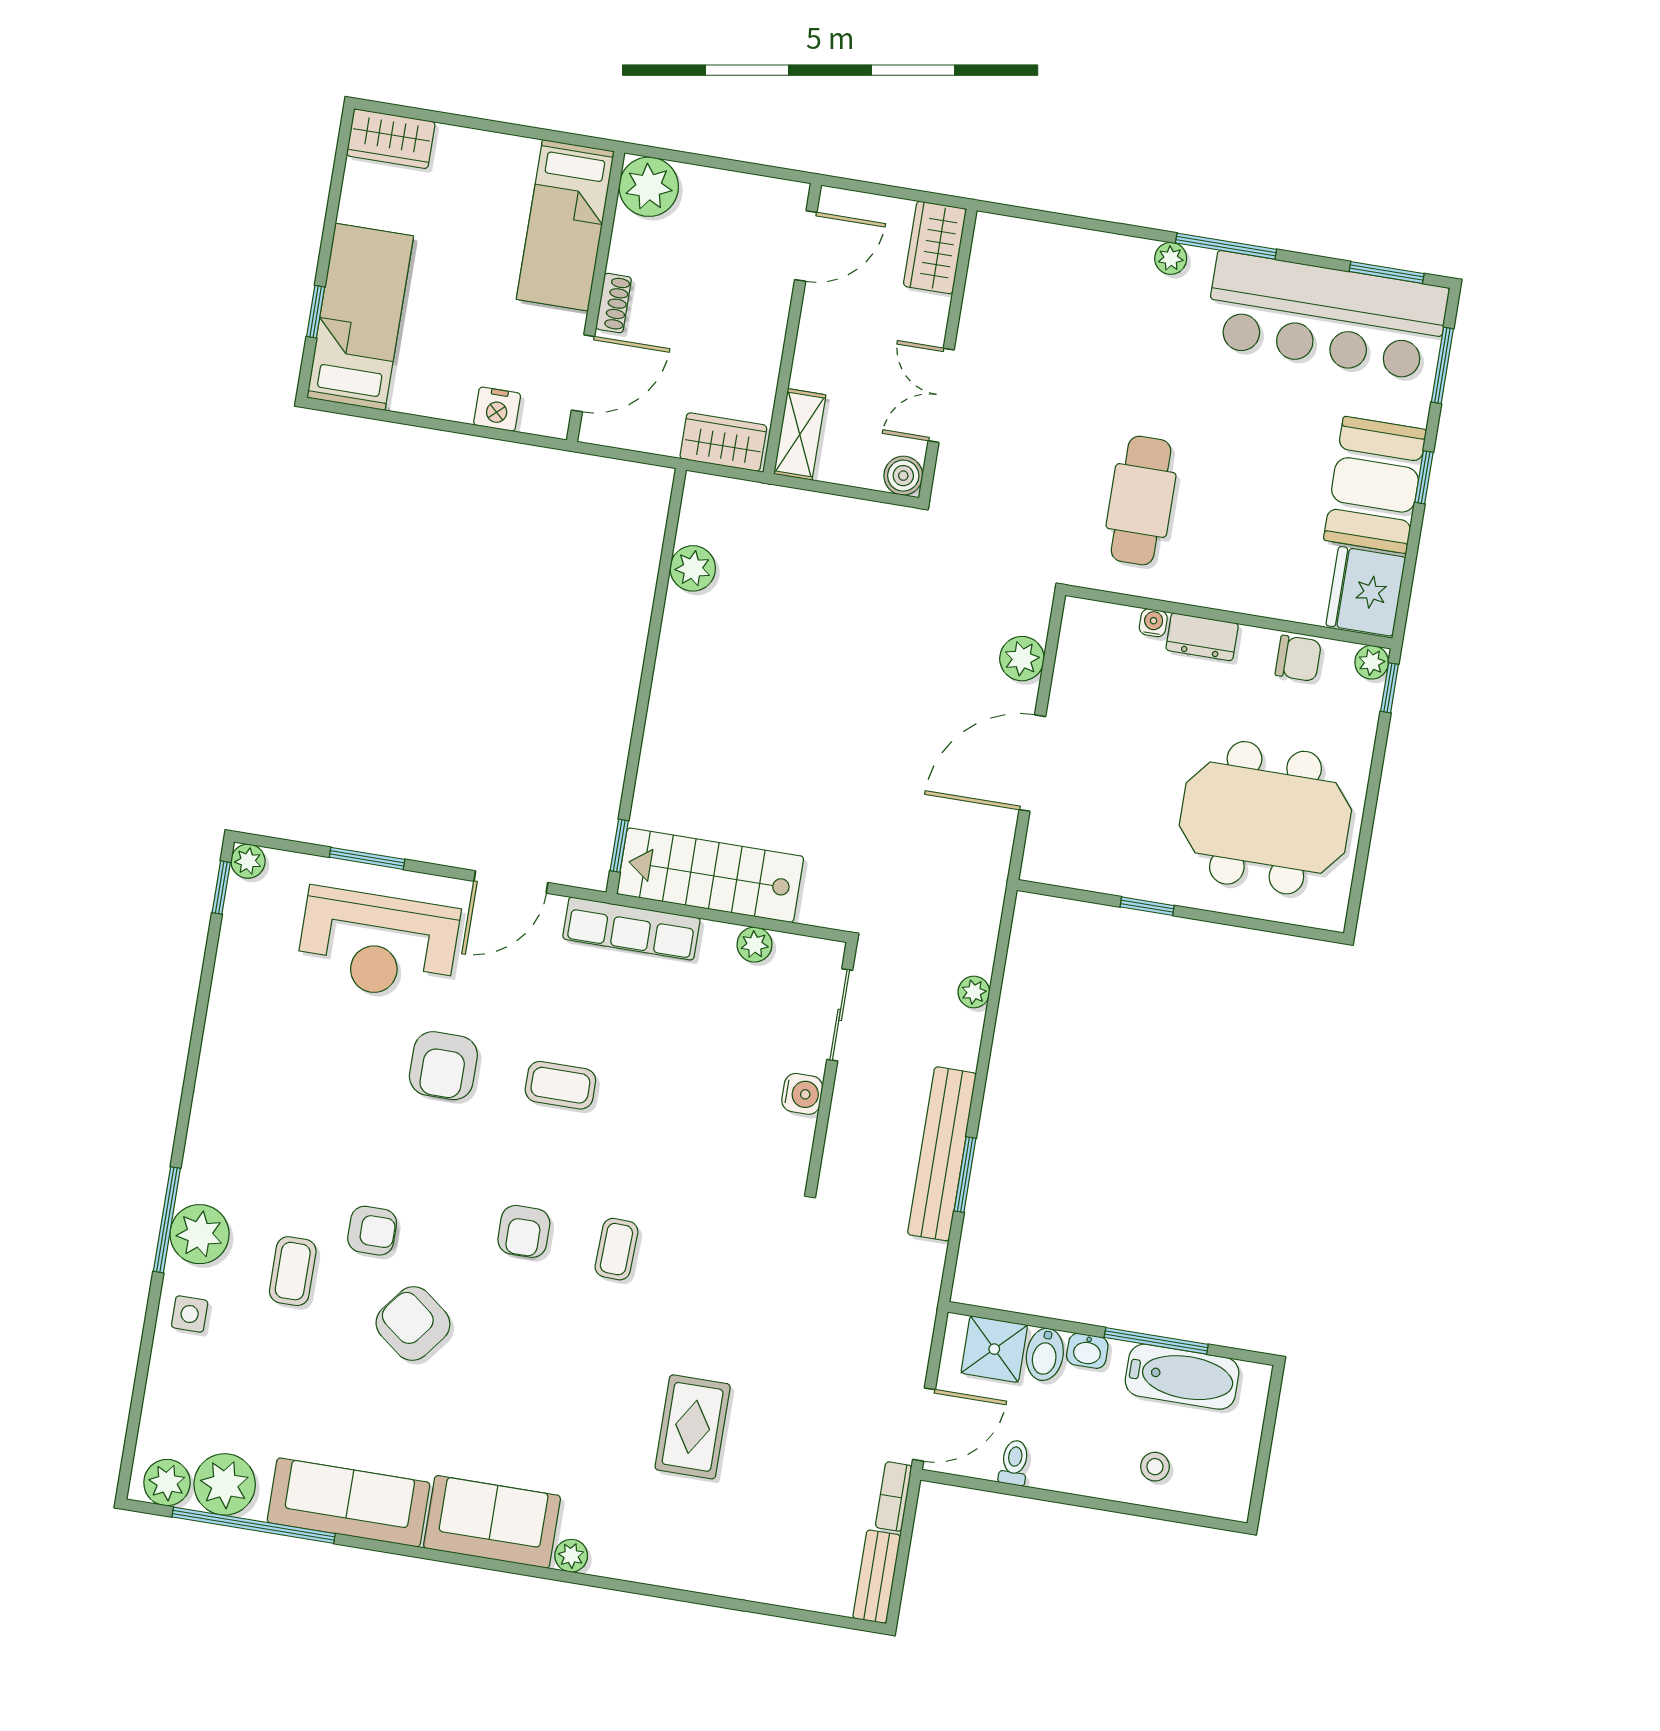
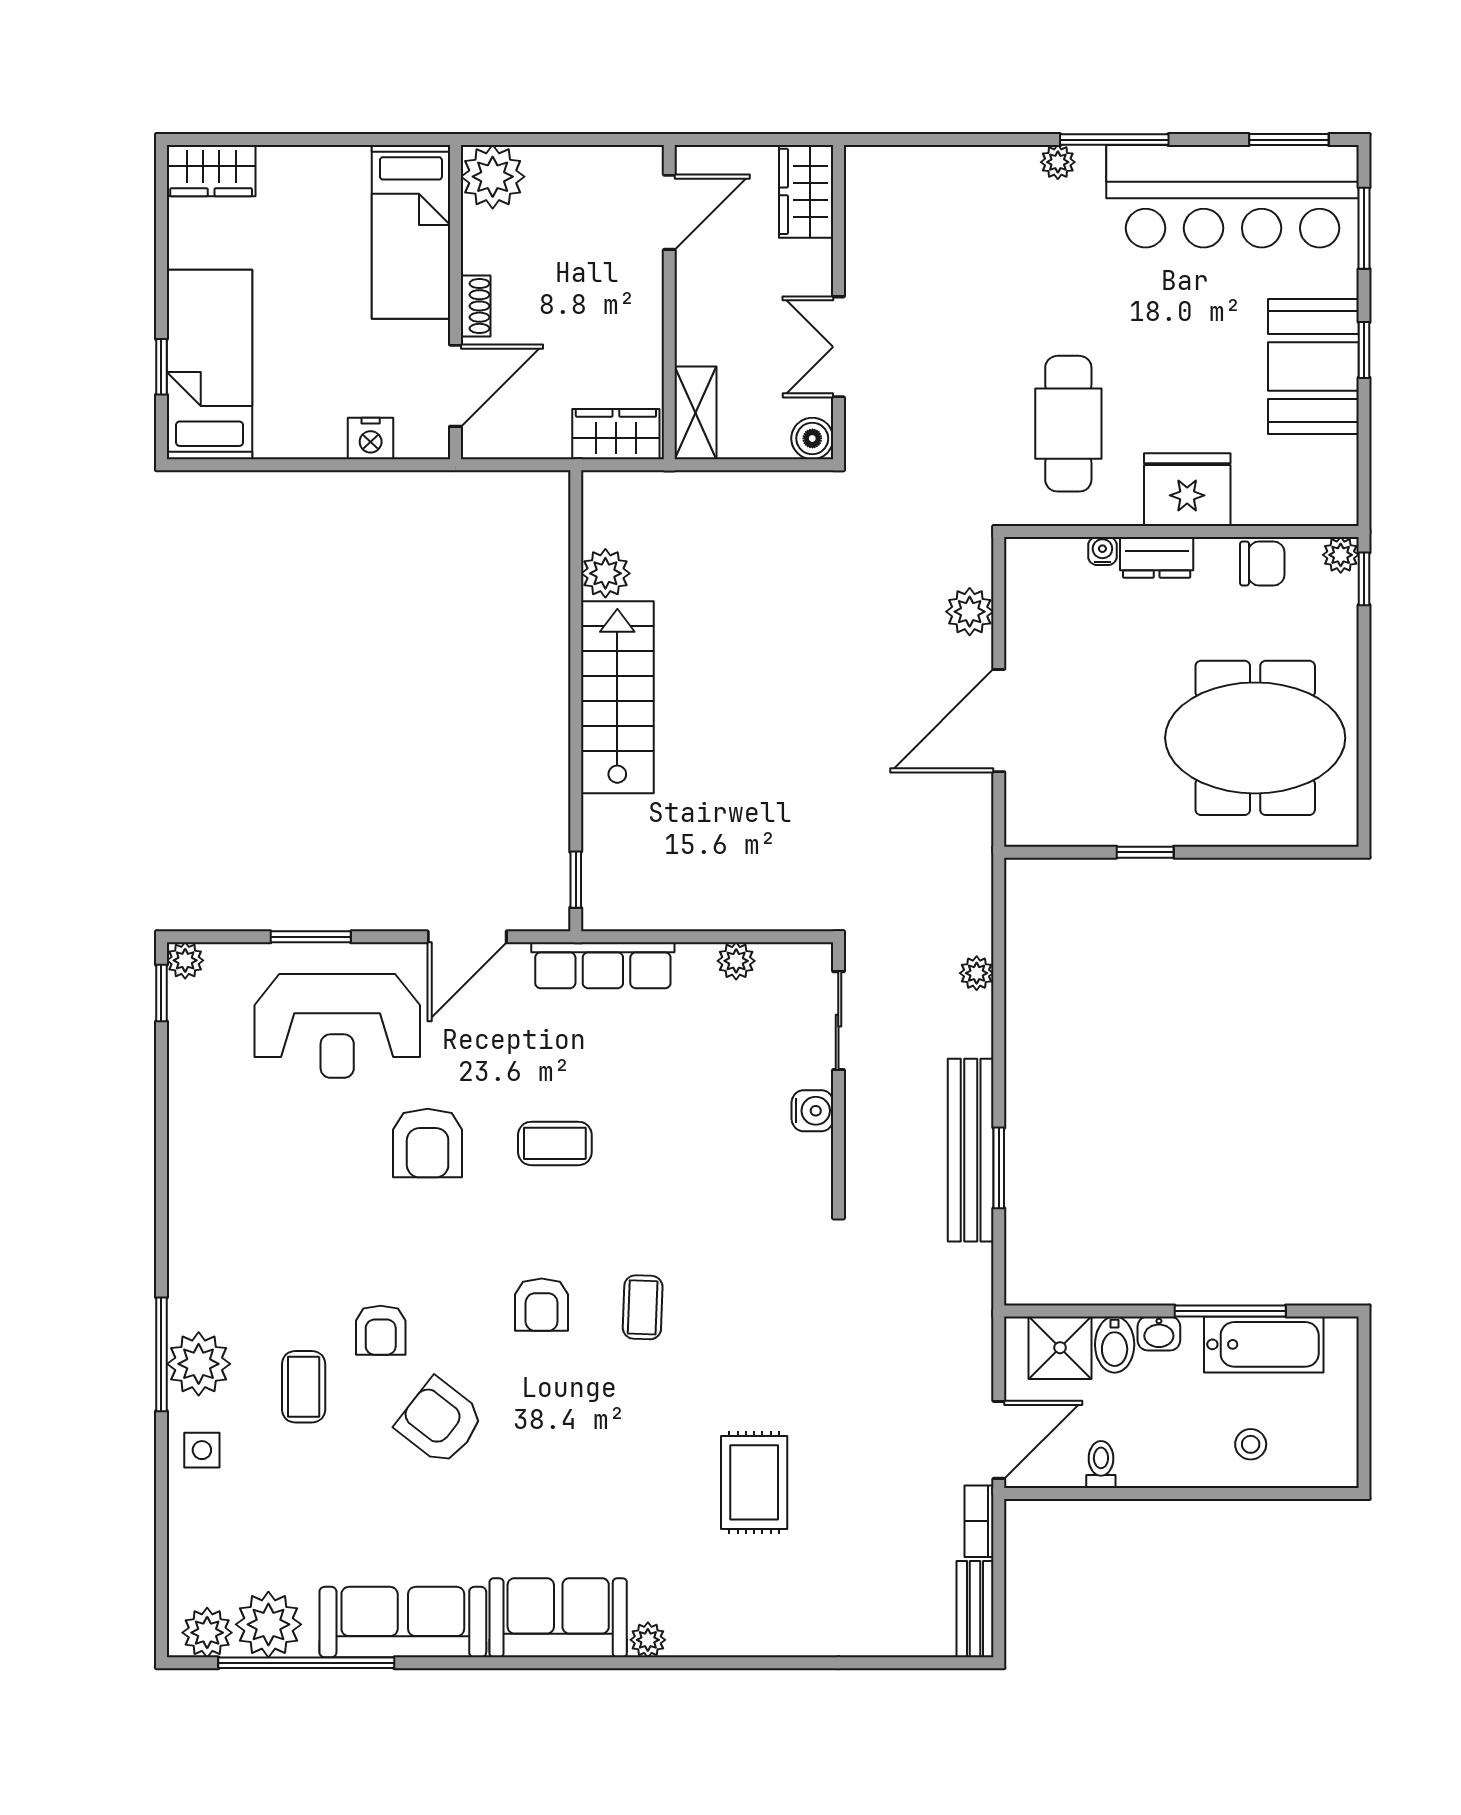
fridge: (1366, 591) -> (1187, 490), moved, turned 90
stairs: (710, 875) -> (617, 697), moved, turned 90
armchair: (372, 1231) -> (381, 1330), turned 90

